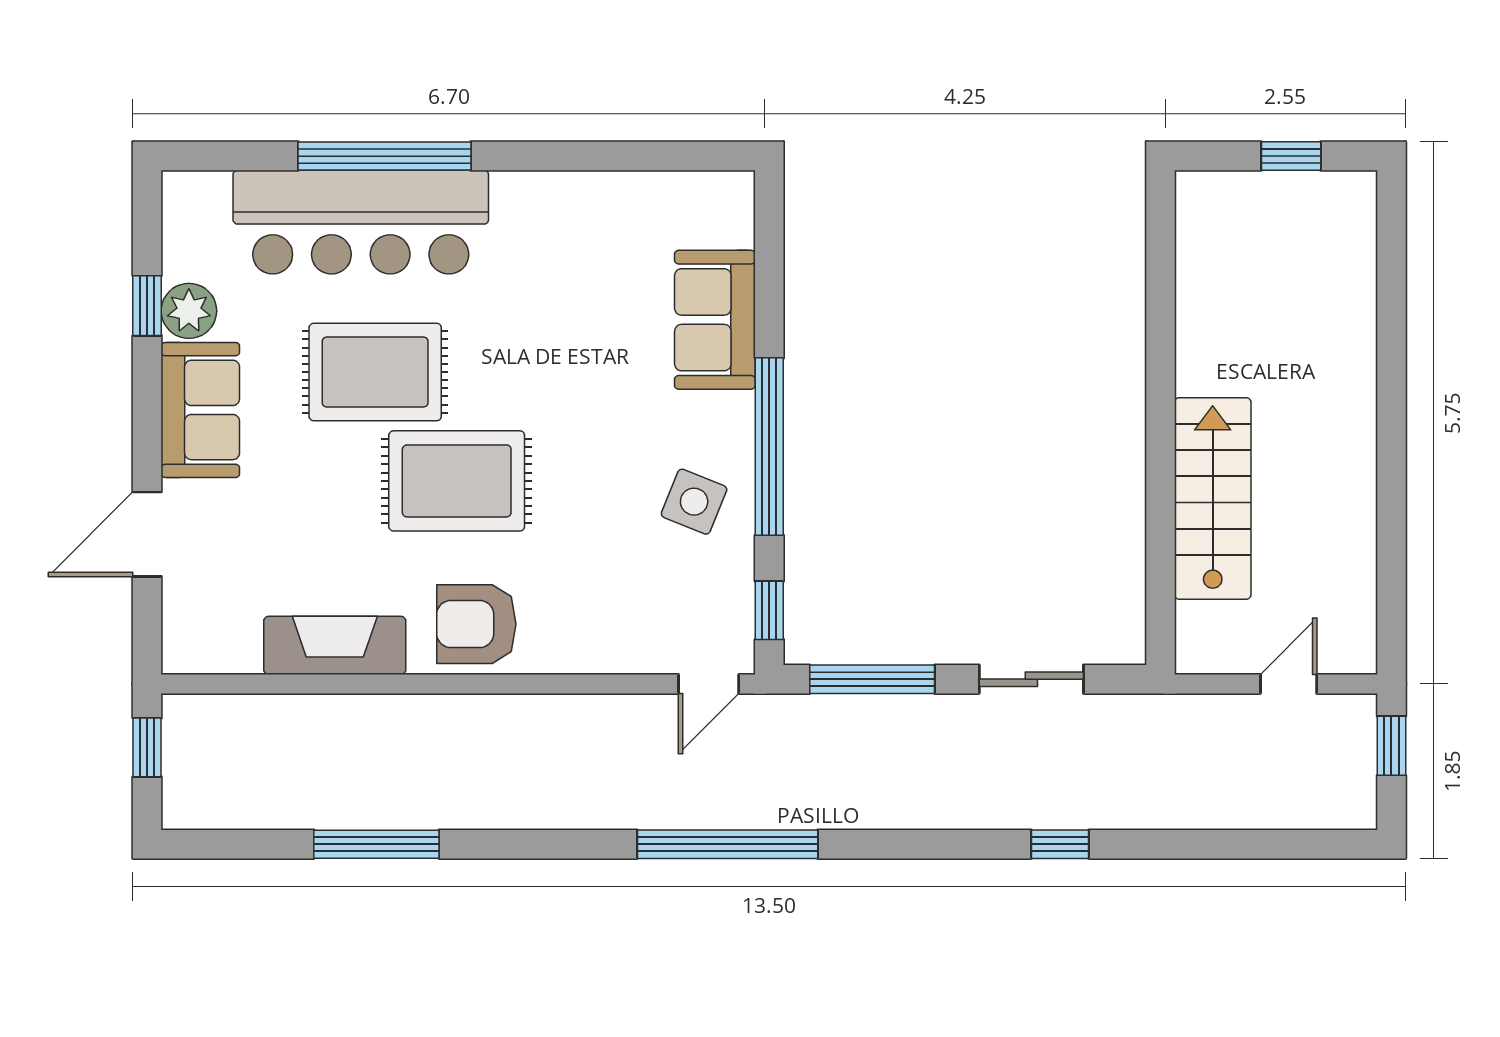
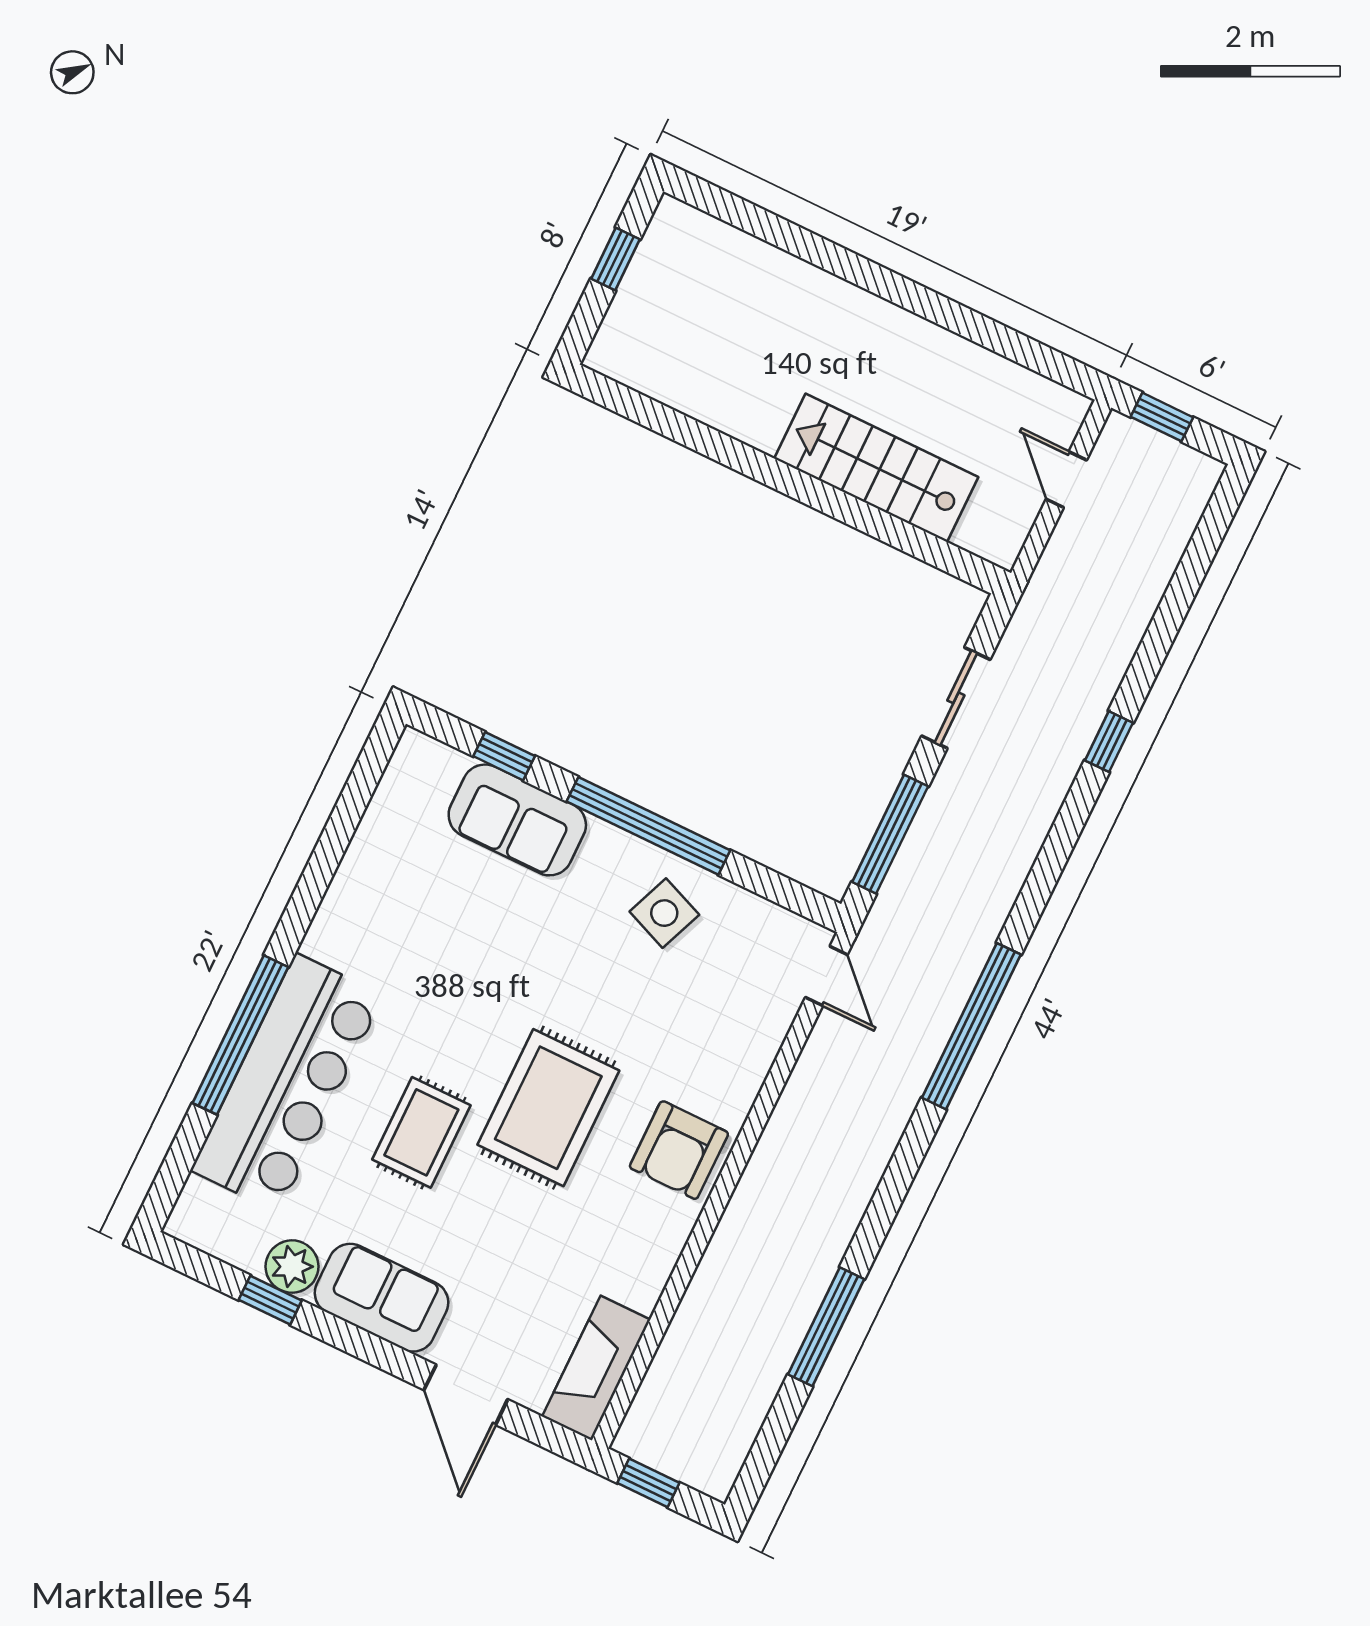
rug: (375, 372) -> (421, 1132), width x0.73, depth x0.70
window: (769, 610) -> (504, 756), moved
fireplace: (335, 645) -> (596, 1368), moved

